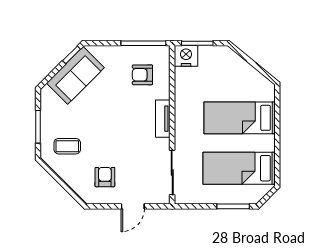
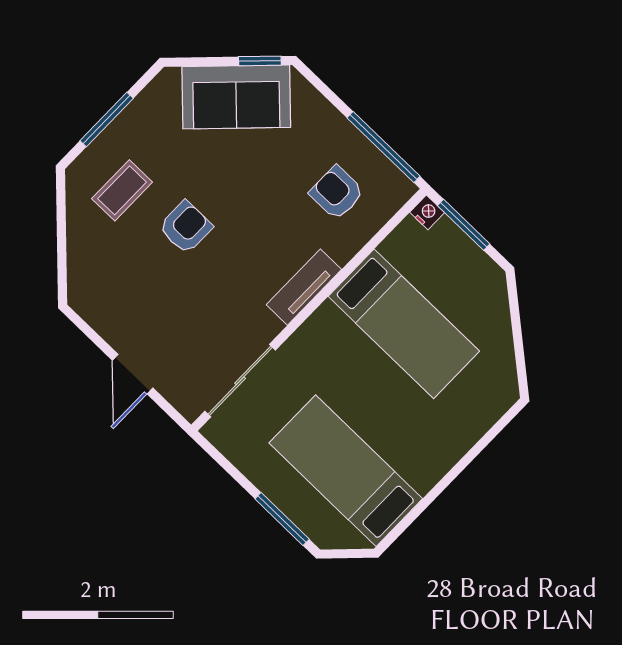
nightstand: (186, 56) -> (427, 212), width x0.53, depth x0.56
bed: (240, 118) -> (404, 324), moved, turned 180
coffee table: (67, 146) -> (122, 190), turned 90
armchair: (105, 177) -> (186, 227), moved
door: (133, 206) -> (133, 374), hinge flipped

